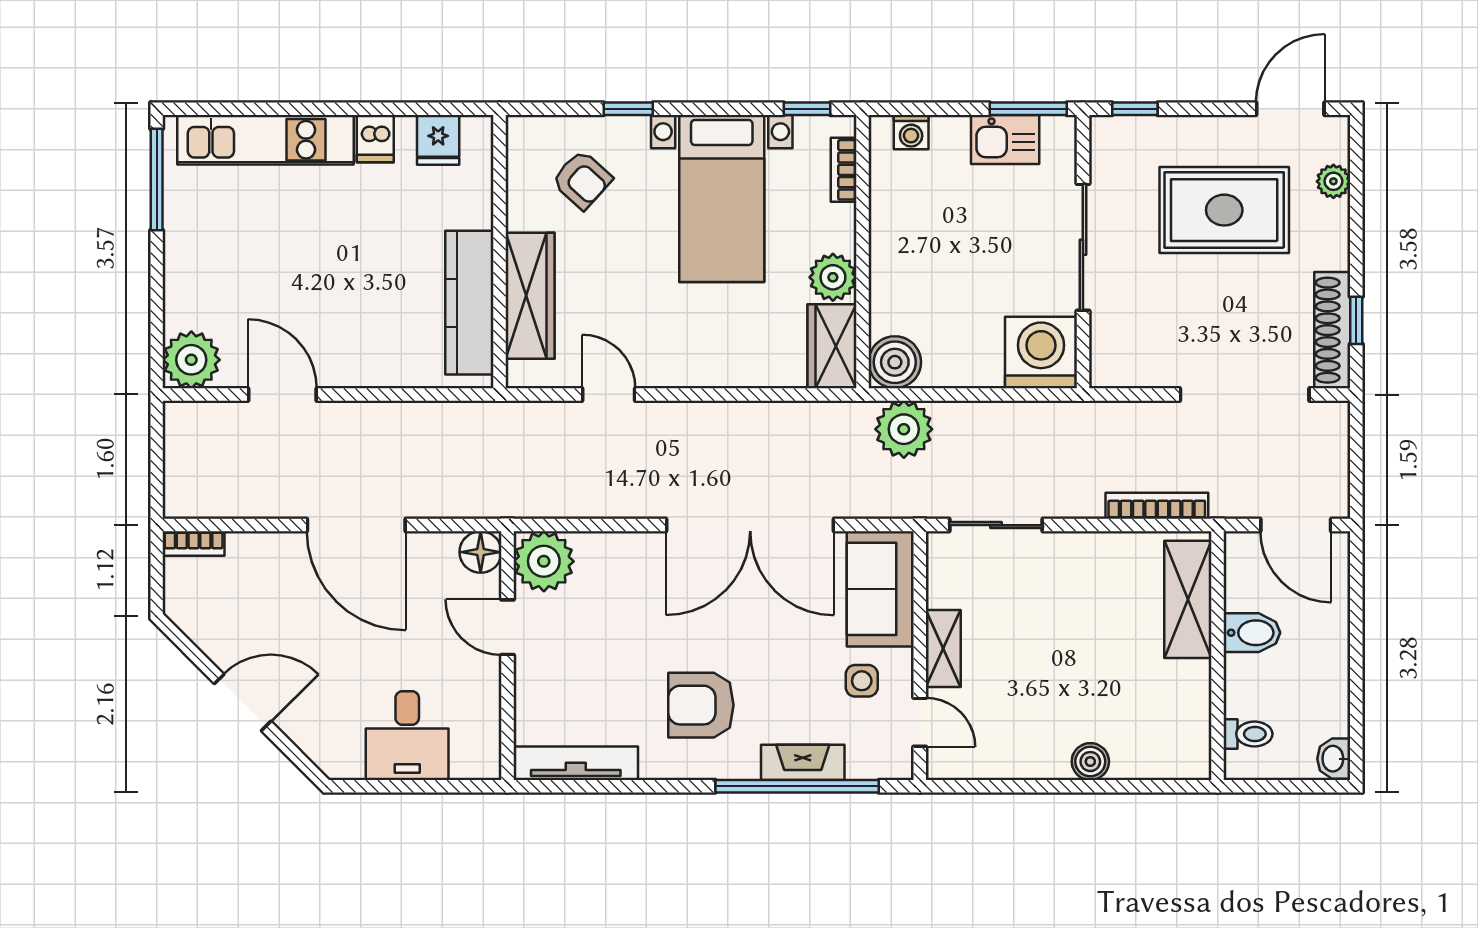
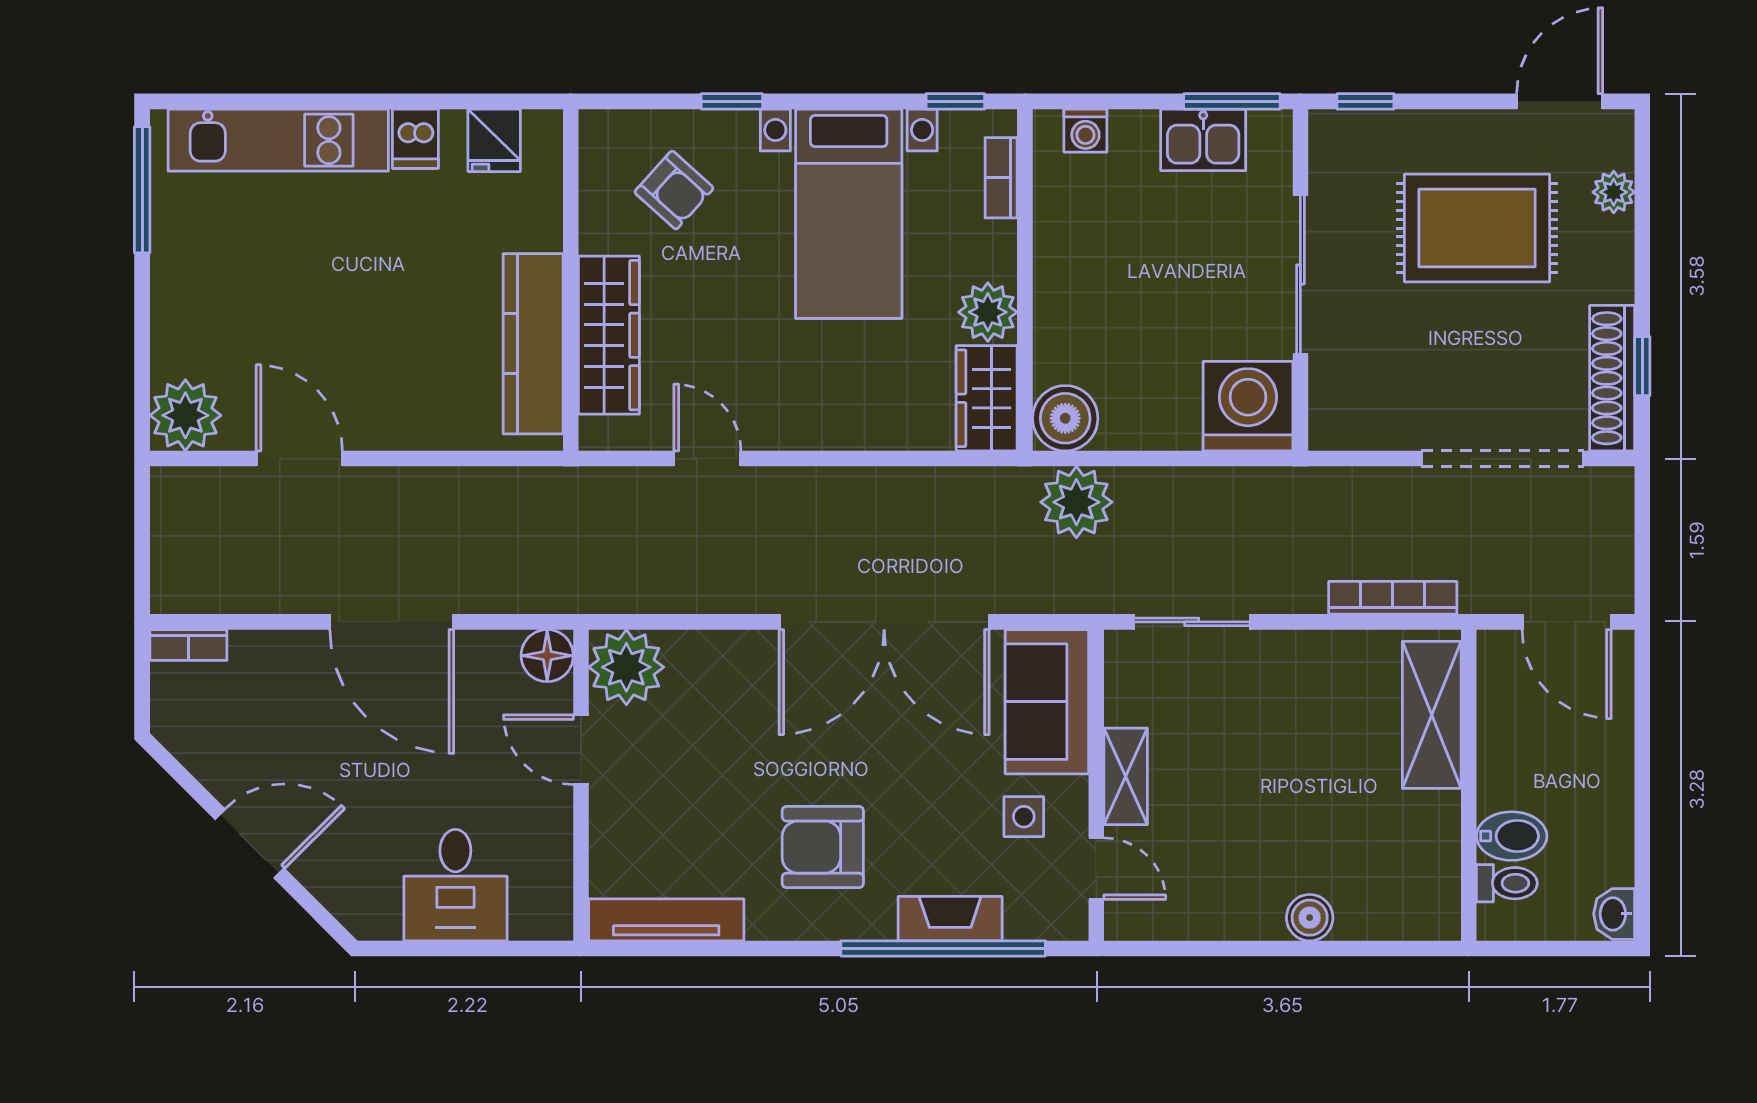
bidet: (1252, 633) -> (1512, 836), moved

